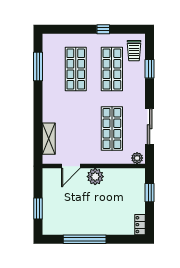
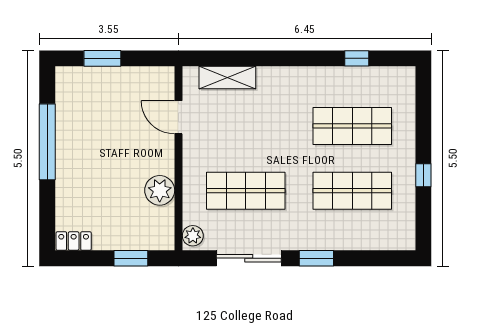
trolley: (134, 51) -> (385, 230), removed
window: (38, 67) -> (357, 58), width x0.46
window: (150, 69) -> (316, 258), moved
plant: (95, 177) -> (160, 190), moved

